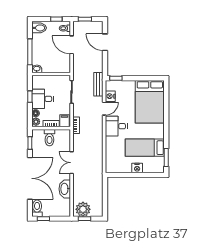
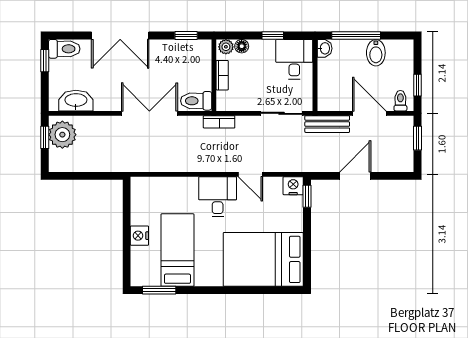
bidet: (39, 28) -> (376, 53), moved
door: (105, 42) -> (355, 176), moved
door: (72, 45) -> (369, 113), hinge flipped
bench: (98, 84) -> (327, 124), moved
nightstand: (110, 96) -> (293, 186), moved
desk: (43, 99) -> (294, 59), moved
filing cabinet: (64, 121) -> (228, 100), removed
toilet: (49, 138) -> (196, 101), moved
double door: (72, 163) -> (149, 113), width x1.37
double door: (30, 178) -> (120, 36), width x0.73
washbasin: (65, 189) -> (76, 101), moved

